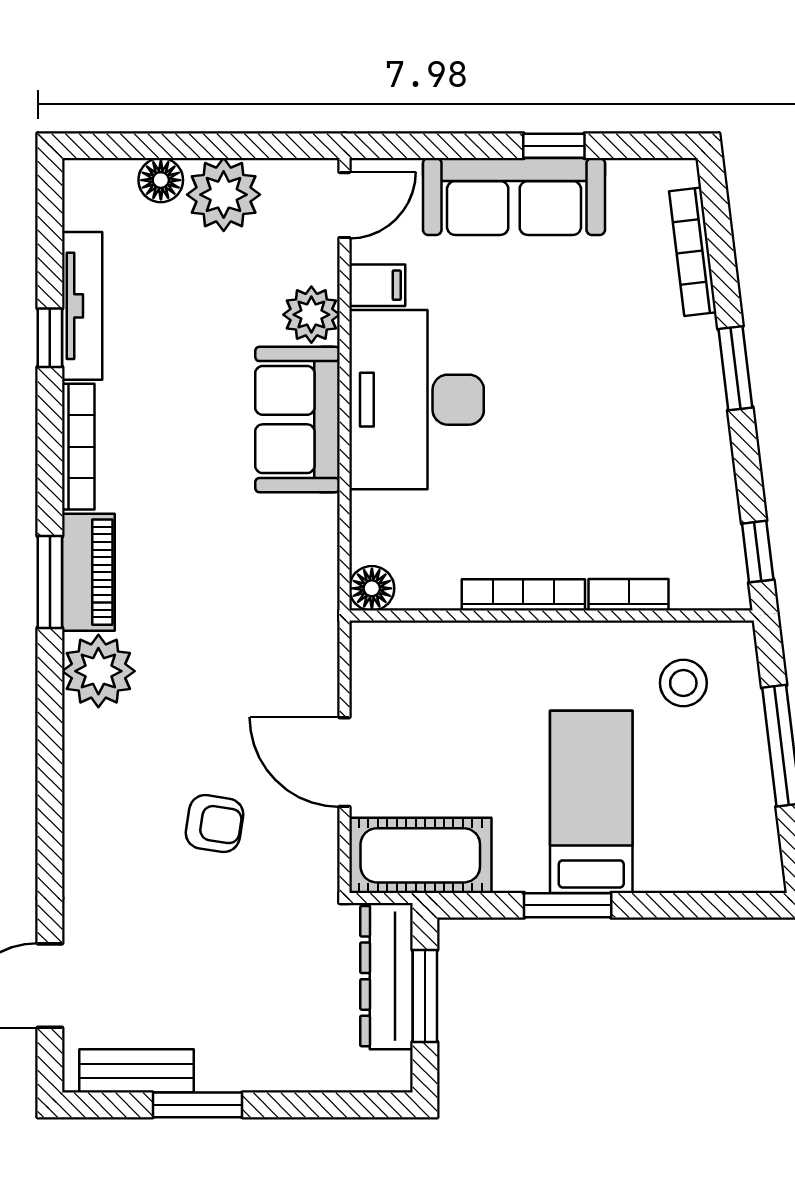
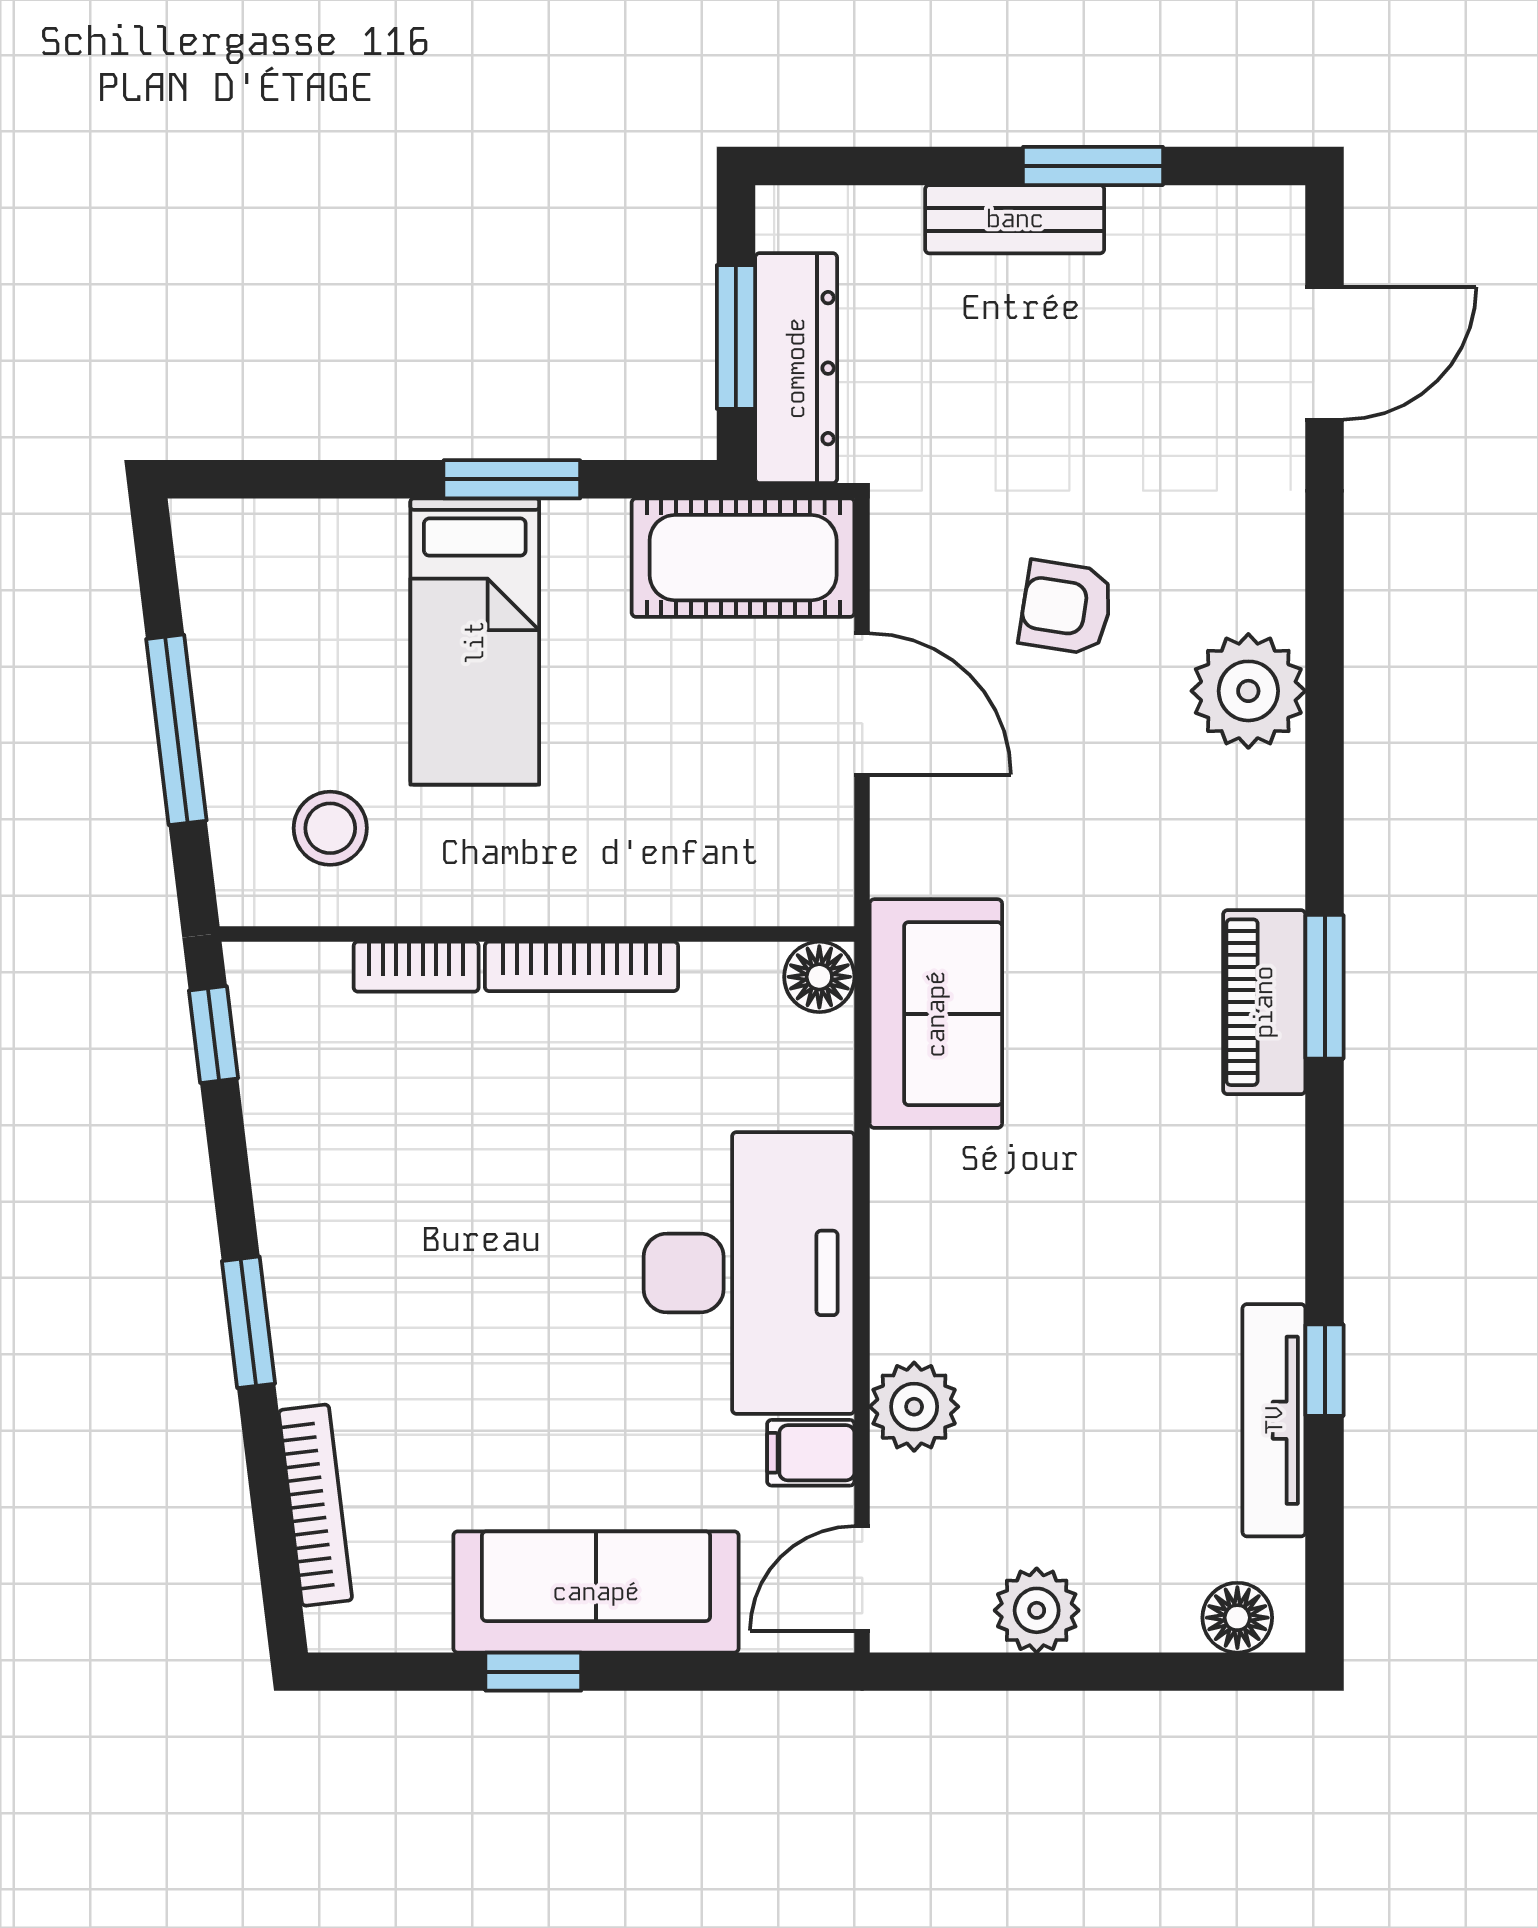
floor lamp: (161, 180) -> (1237, 1618), moved
plant: (224, 195) -> (1037, 1610), width x0.73, depth x0.73
sofa: (297, 420) -> (936, 1014), moved
bookcase: (78, 447) -> (1280, 1199), removed
plant: (98, 671) -> (1248, 691), moved
bench: (136, 1071) -> (1015, 219), moved

